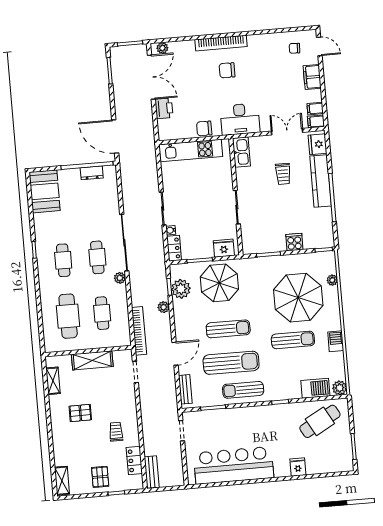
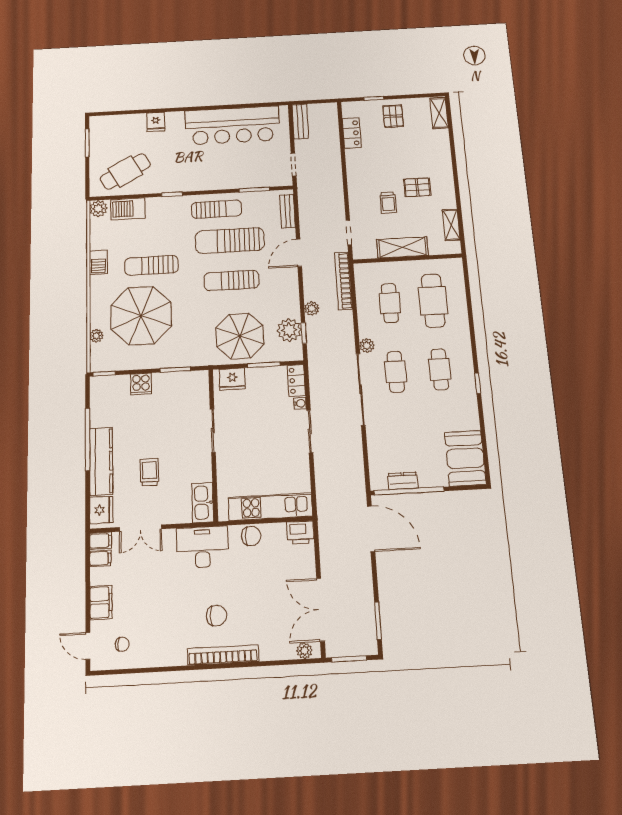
printer: (164, 108) -> (300, 533), moved, turned -90
trolley: (116, 432) -> (388, 203), moved
bench: (152, 472) -> (300, 121), moved

